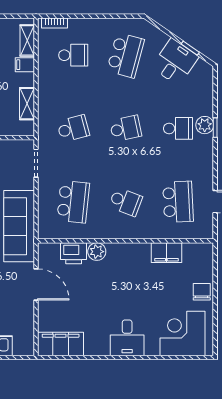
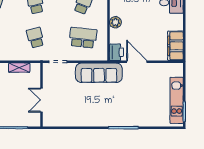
printer: (74, 253) -> (116, 52), moved
door: (36, 284) -> (137, 62), hinge flipped

